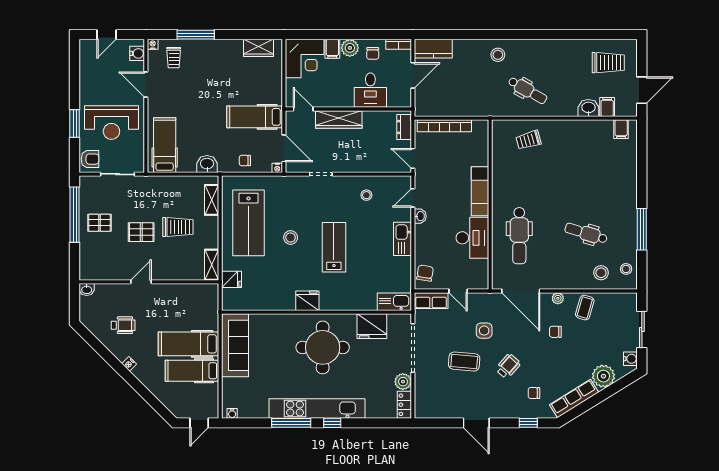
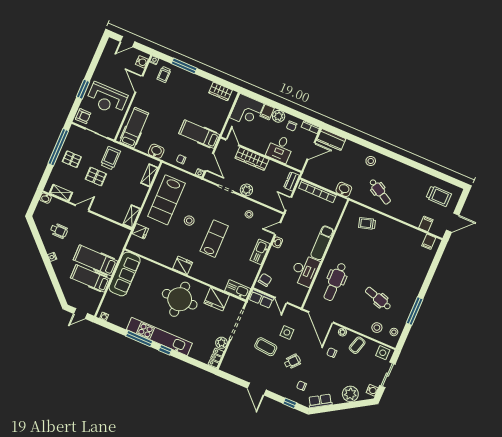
washbasin: (588, 108) -> (344, 189), moved
plant: (349, 164) -> (246, 190), added
trolley: (178, 227) -> (111, 158), moved, turned -90
shelving: (104, 273) -> (61, 193), added
side table: (623, 303) -> (383, 353), added
row of seats: (574, 398) -> (320, 401), width x0.68

